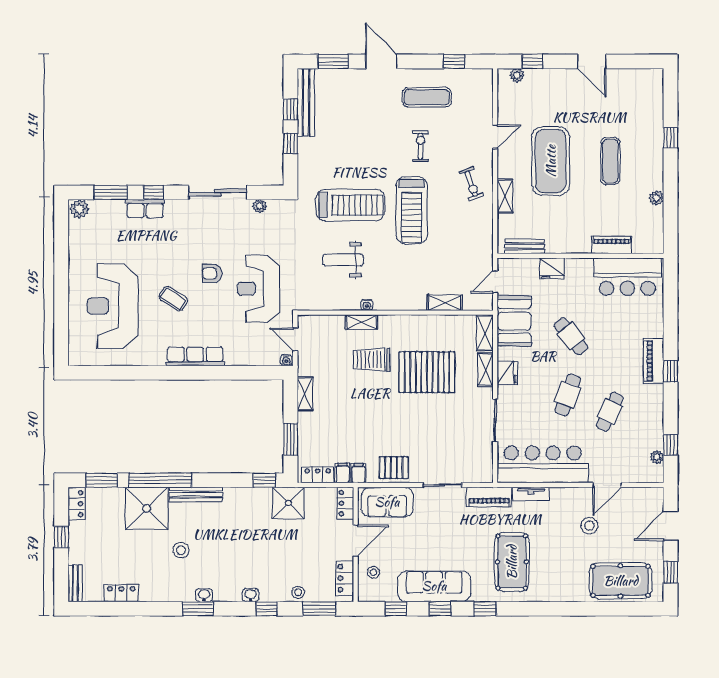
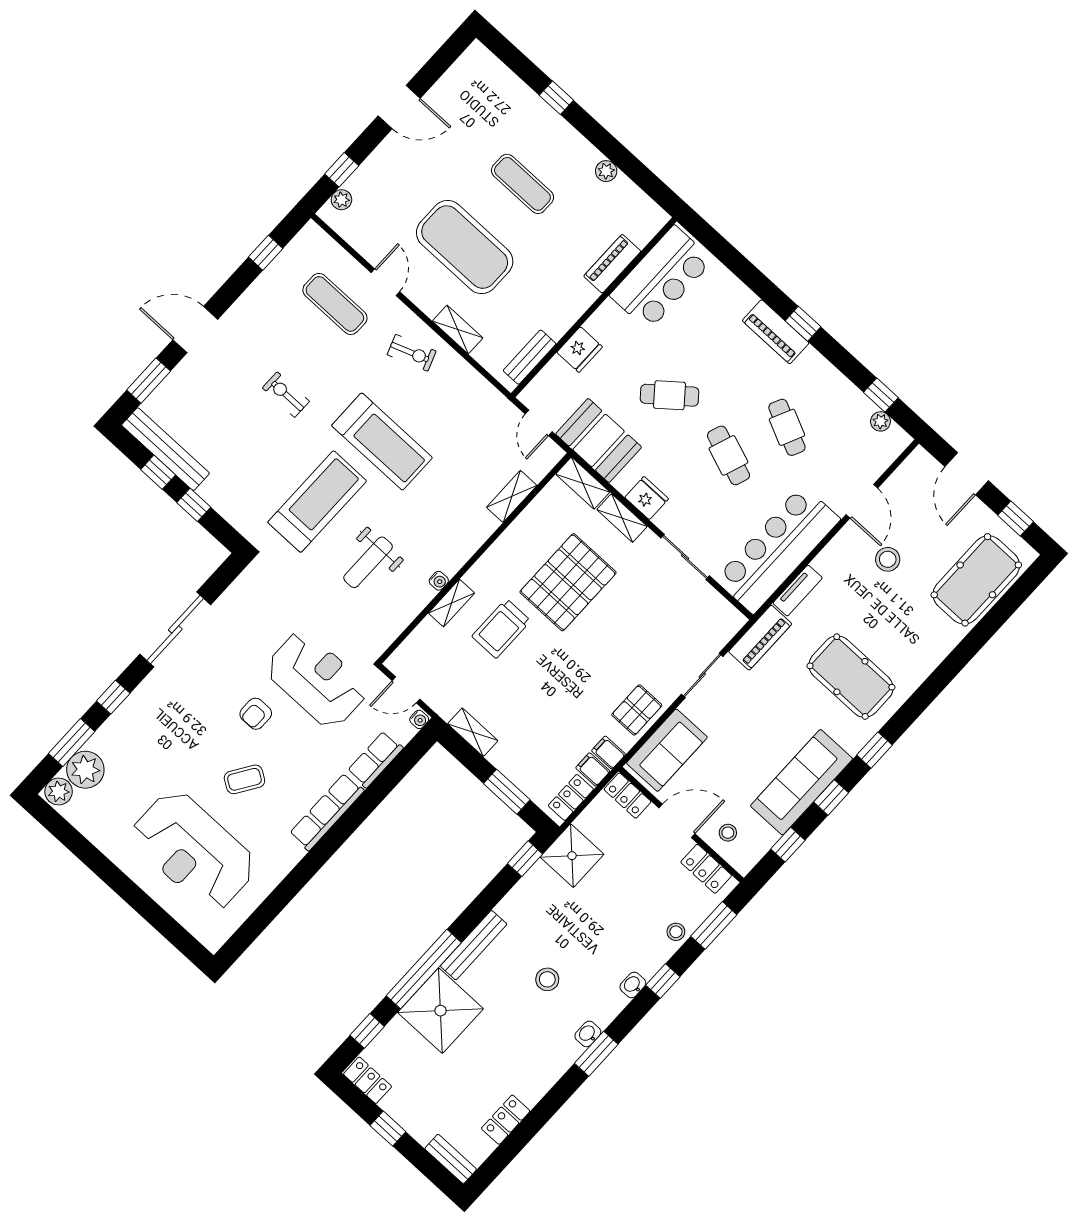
exercise mat: (427, 97) -> (335, 304), moved, turned 90
exercise bike: (420, 146) -> (286, 395), moved
plant: (260, 206) -> (85, 770), moved, width x1.88, depth x1.88
row of seats: (145, 209) -> (375, 759), moved, turned 180
reception desk: (259, 289) -> (317, 679), turned 180
window: (102, 480) -> (367, 1031), width x0.67
door: (356, 540) -> (677, 821), hinge flipped
stool: (181, 550) -> (547, 979), moved

